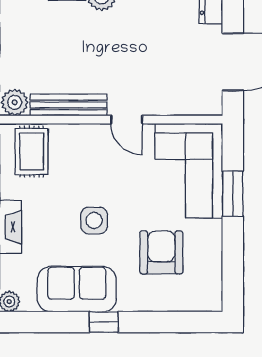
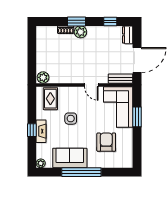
bench: (69, 105) -> (120, 79), moved, width x0.73
side table: (94, 220) -> (71, 119), moved
window: (104, 322) -> (81, 172), width x3.17

